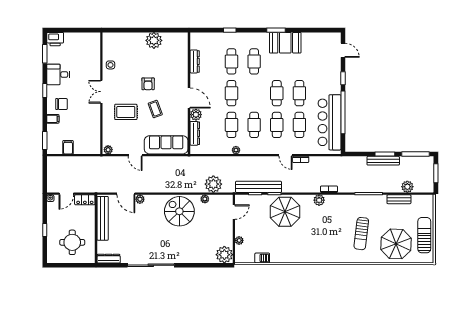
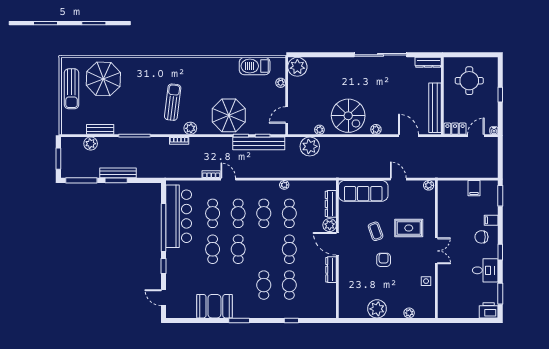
plant: (125, 37) -> (409, 313), added
booth: (285, 43) -> (214, 306), moved
dresser: (195, 61) -> (331, 270), moved
plant: (140, 199) -> (376, 129), moved
sun lounger: (361, 234) -> (173, 102), moved
barbecue: (262, 258) -> (255, 66), width x1.88, depth x1.53

